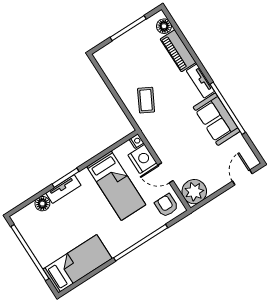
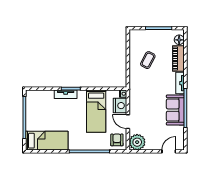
coffee table: (146, 100) -> (148, 60), moved
floor lamp: (42, 204) -> (49, 95), removed

